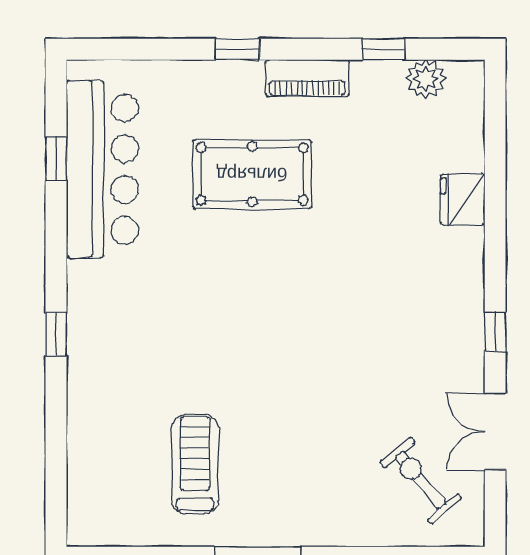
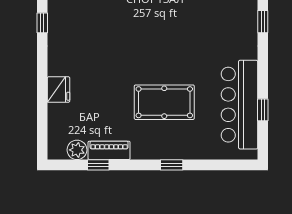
piano: (307, 78) -> (109, 150), moved

